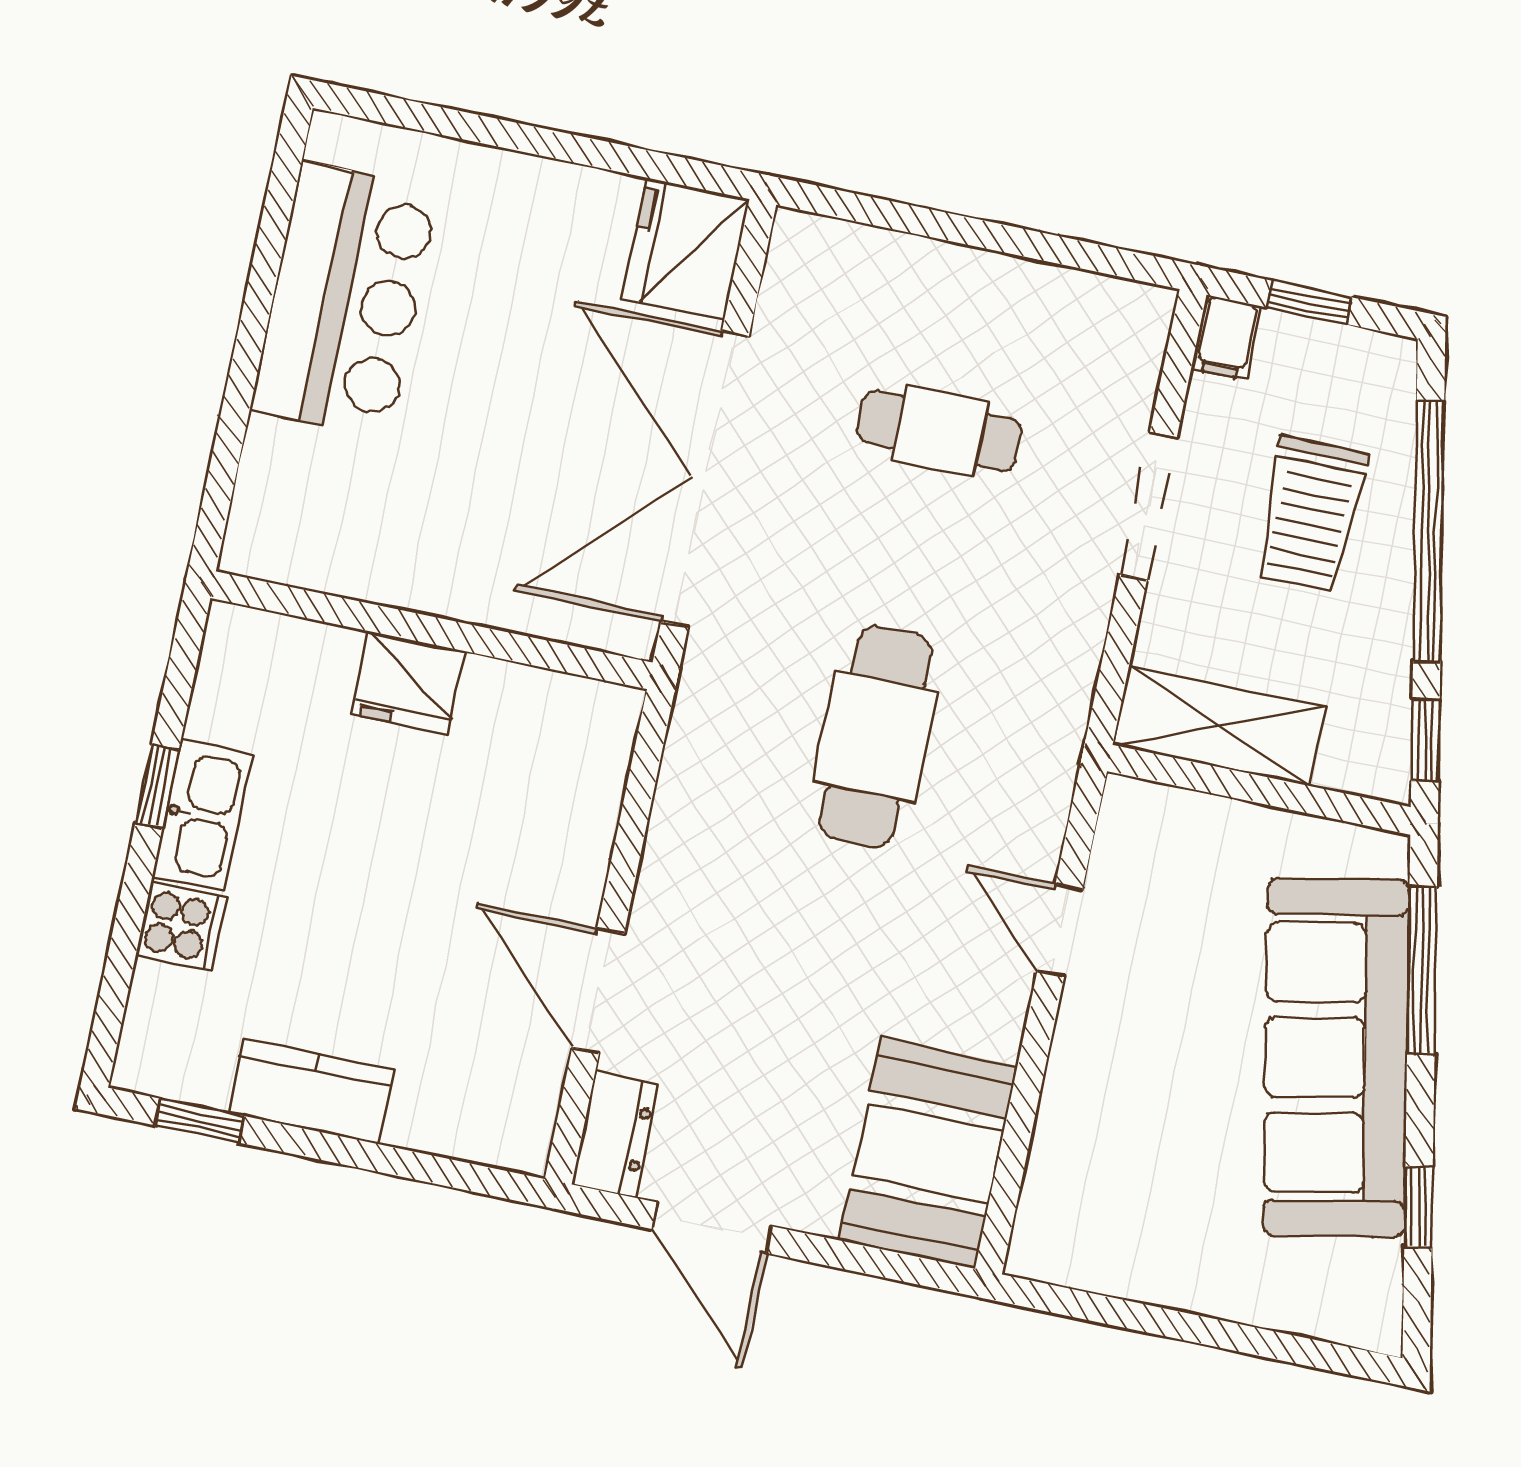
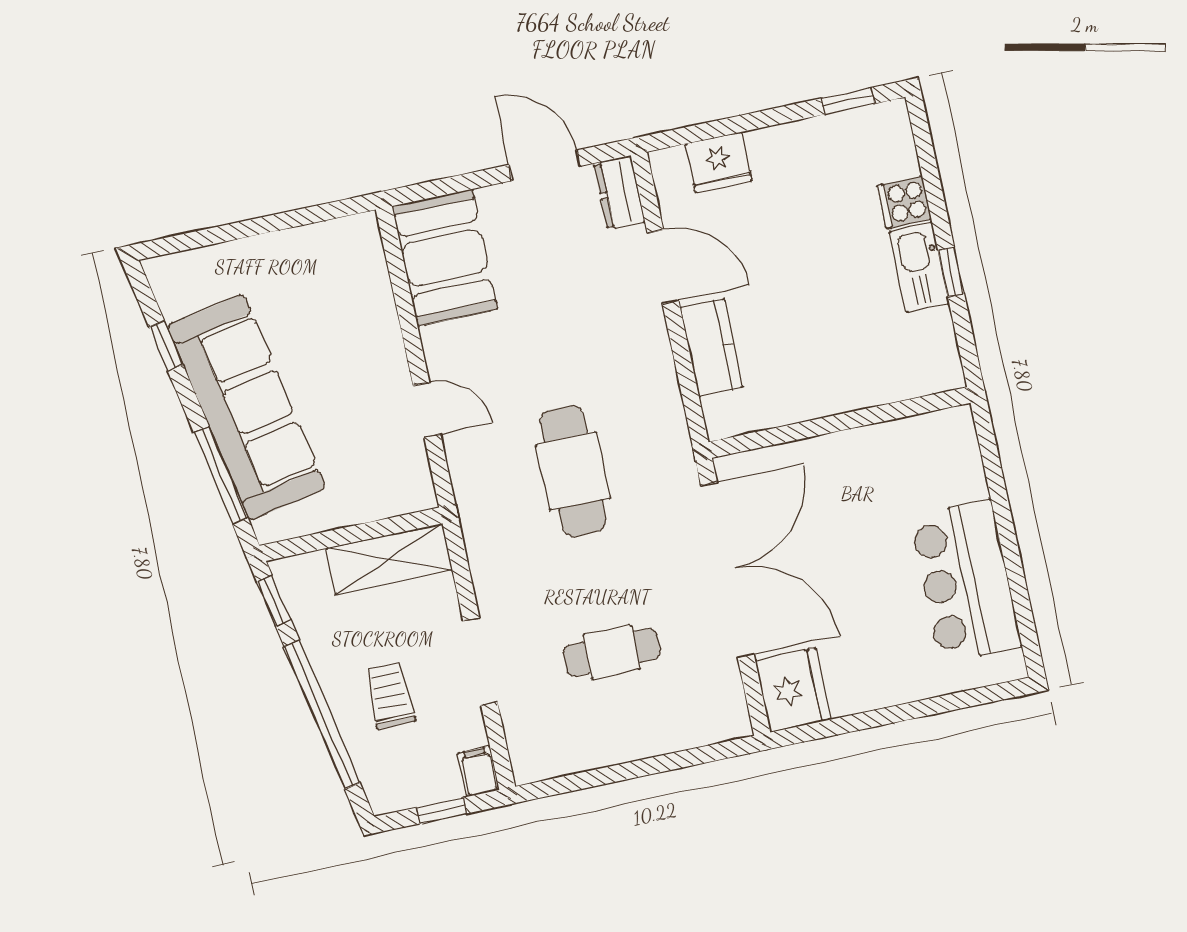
trolley: (1311, 515) -> (390, 696), width x0.73, depth x0.72
fridge: (409, 683) -> (719, 162), moved, turned 180
kitchen counter: (312, 1091) -> (712, 348), moved, turned -90

